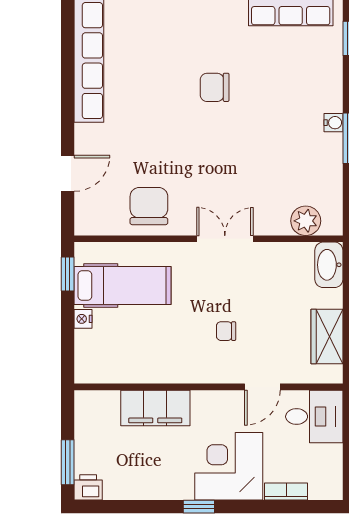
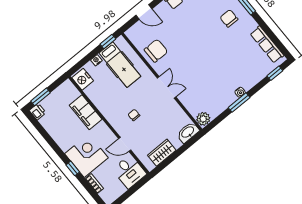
chair: (215, 87) -> (229, 18), moved
plant: (306, 221) -> (203, 119), moved
nightstand: (96, 368) -> (83, 79), added
window: (199, 507) -> (73, 168), moved

